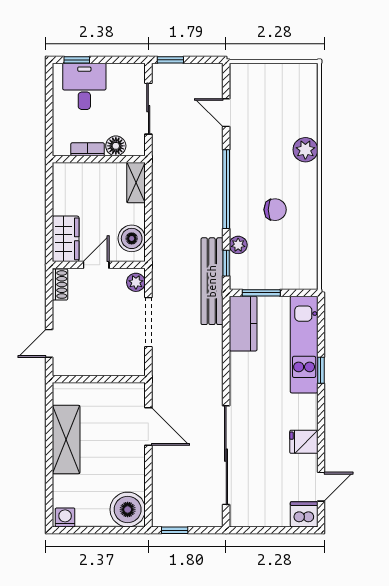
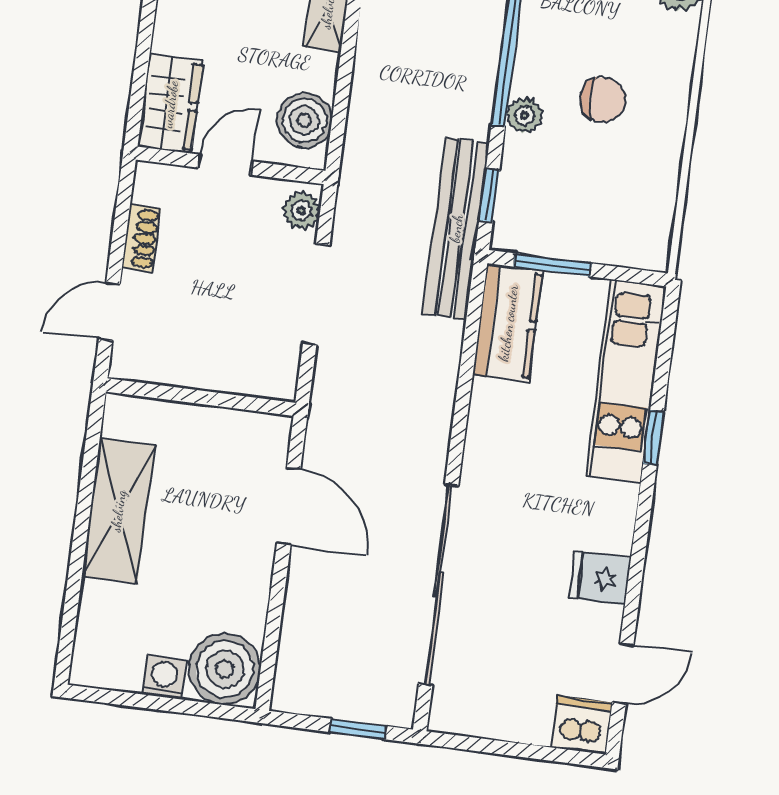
plant: (238, 245) -> (525, 115), moved
shoe rack: (60, 285) -> (141, 238), moved
washing machine: (65, 517) -> (164, 677), moved
window: (175, 530) -> (358, 729), moved

